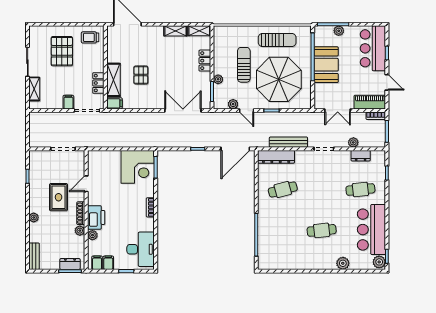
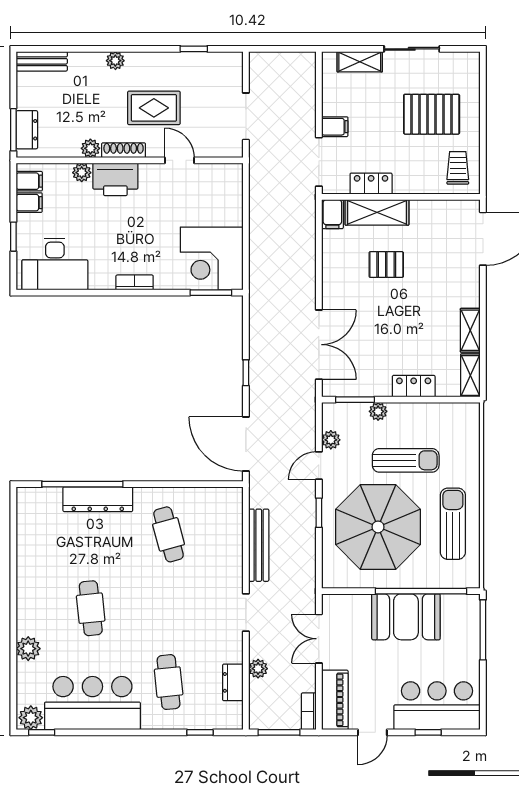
plant: (339, 31) -> (471, 641), removed
sun lounger: (277, 40) -> (453, 524), turned 180
dresser: (276, 157) -> (98, 499), moved, turned -90

